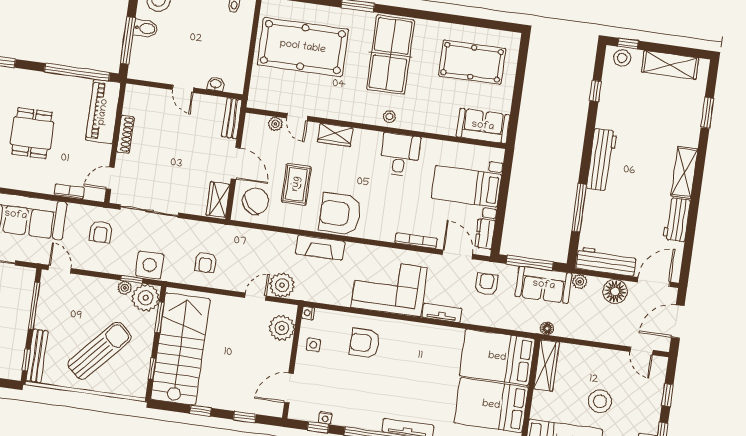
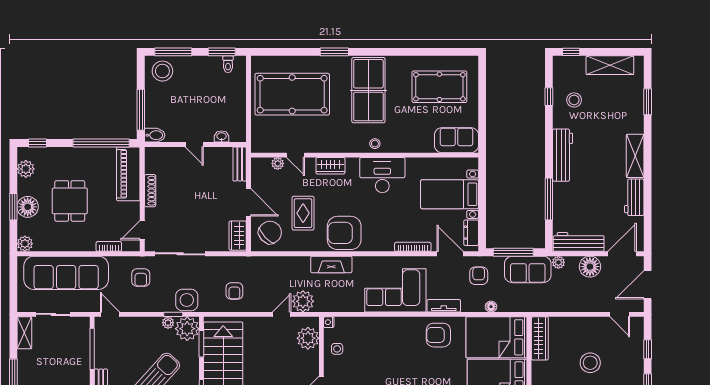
bidet: (146, 28) -> (155, 135), moved
stool: (622, 58) -> (574, 100), moved
desk: (400, 155) -> (382, 175), width x1.37
floor lamp: (547, 328) -> (491, 307), moved
armchair: (365, 343) -> (438, 335), moved

